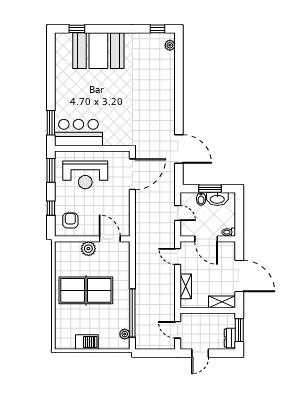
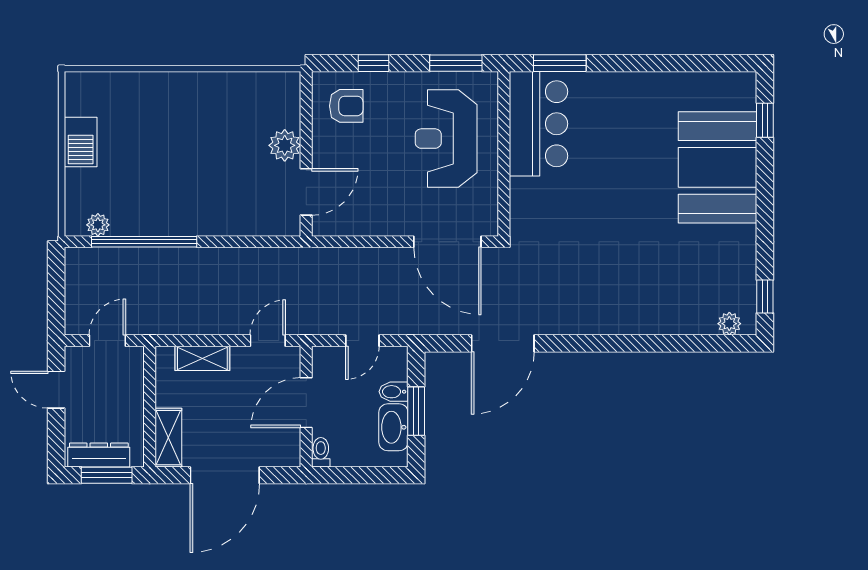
table tennis table: (86, 290) -> (193, 140), removed
dresser: (230, 338) -> (99, 455), width x1.44

